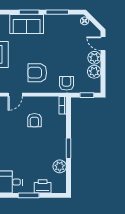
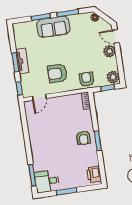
sofa: (27, 24) -> (53, 27), moved
plant: (94, 72) -> (113, 77), moved
armchair: (34, 120) -> (84, 138), moved
plant: (60, 166) -> (92, 159), removed
printer: (43, 186) -> (94, 174), moved, turned -90

